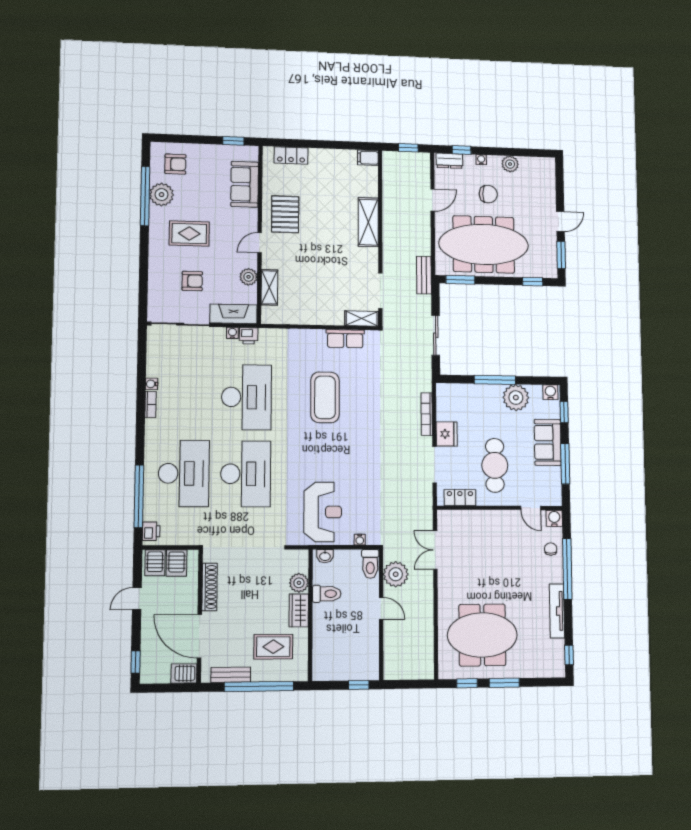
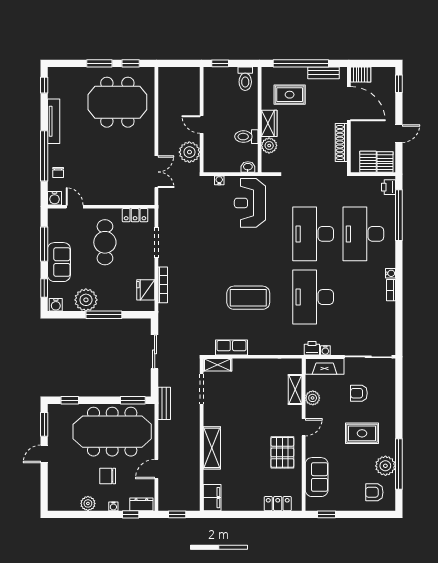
filing cabinet: (368, 158) -> (212, 498), width x2.00
water cooler: (152, 384) -> (390, 273), moved
coffee table: (325, 397) -> (248, 298), turned 90
fridge: (447, 434) -> (146, 290), moved
toilet: (370, 564) -> (245, 79), moved, turned 180

